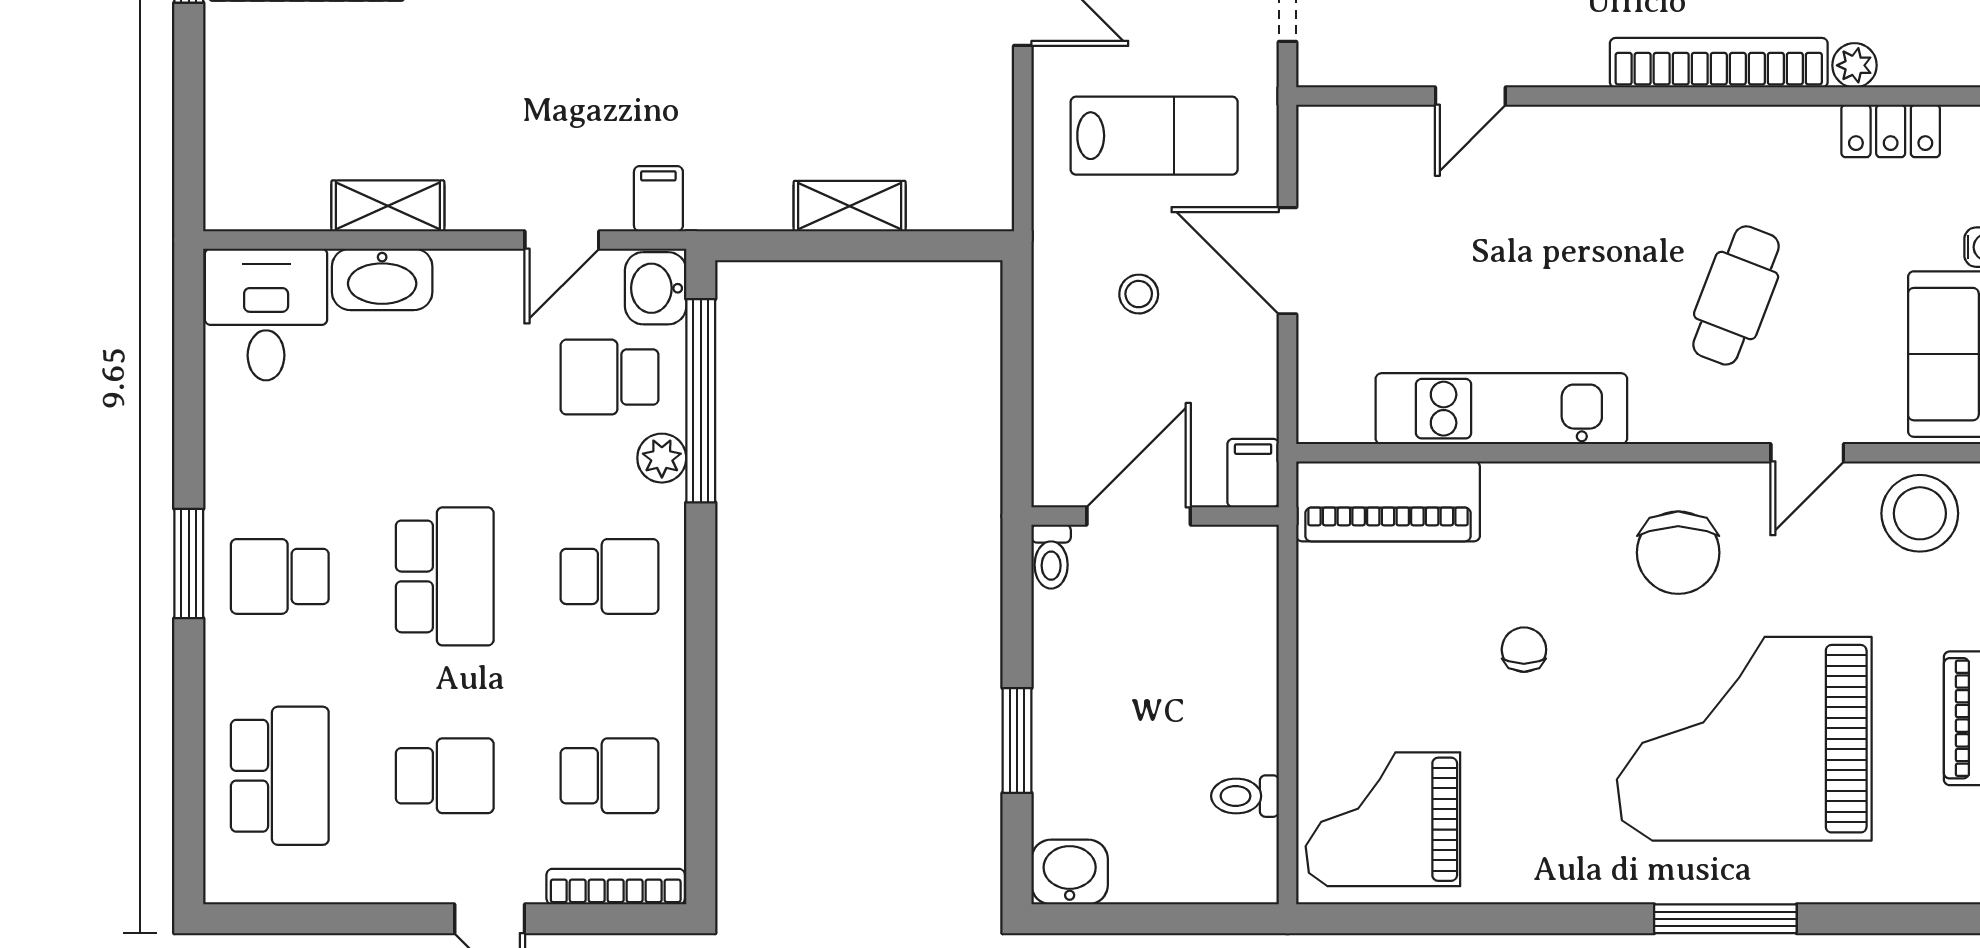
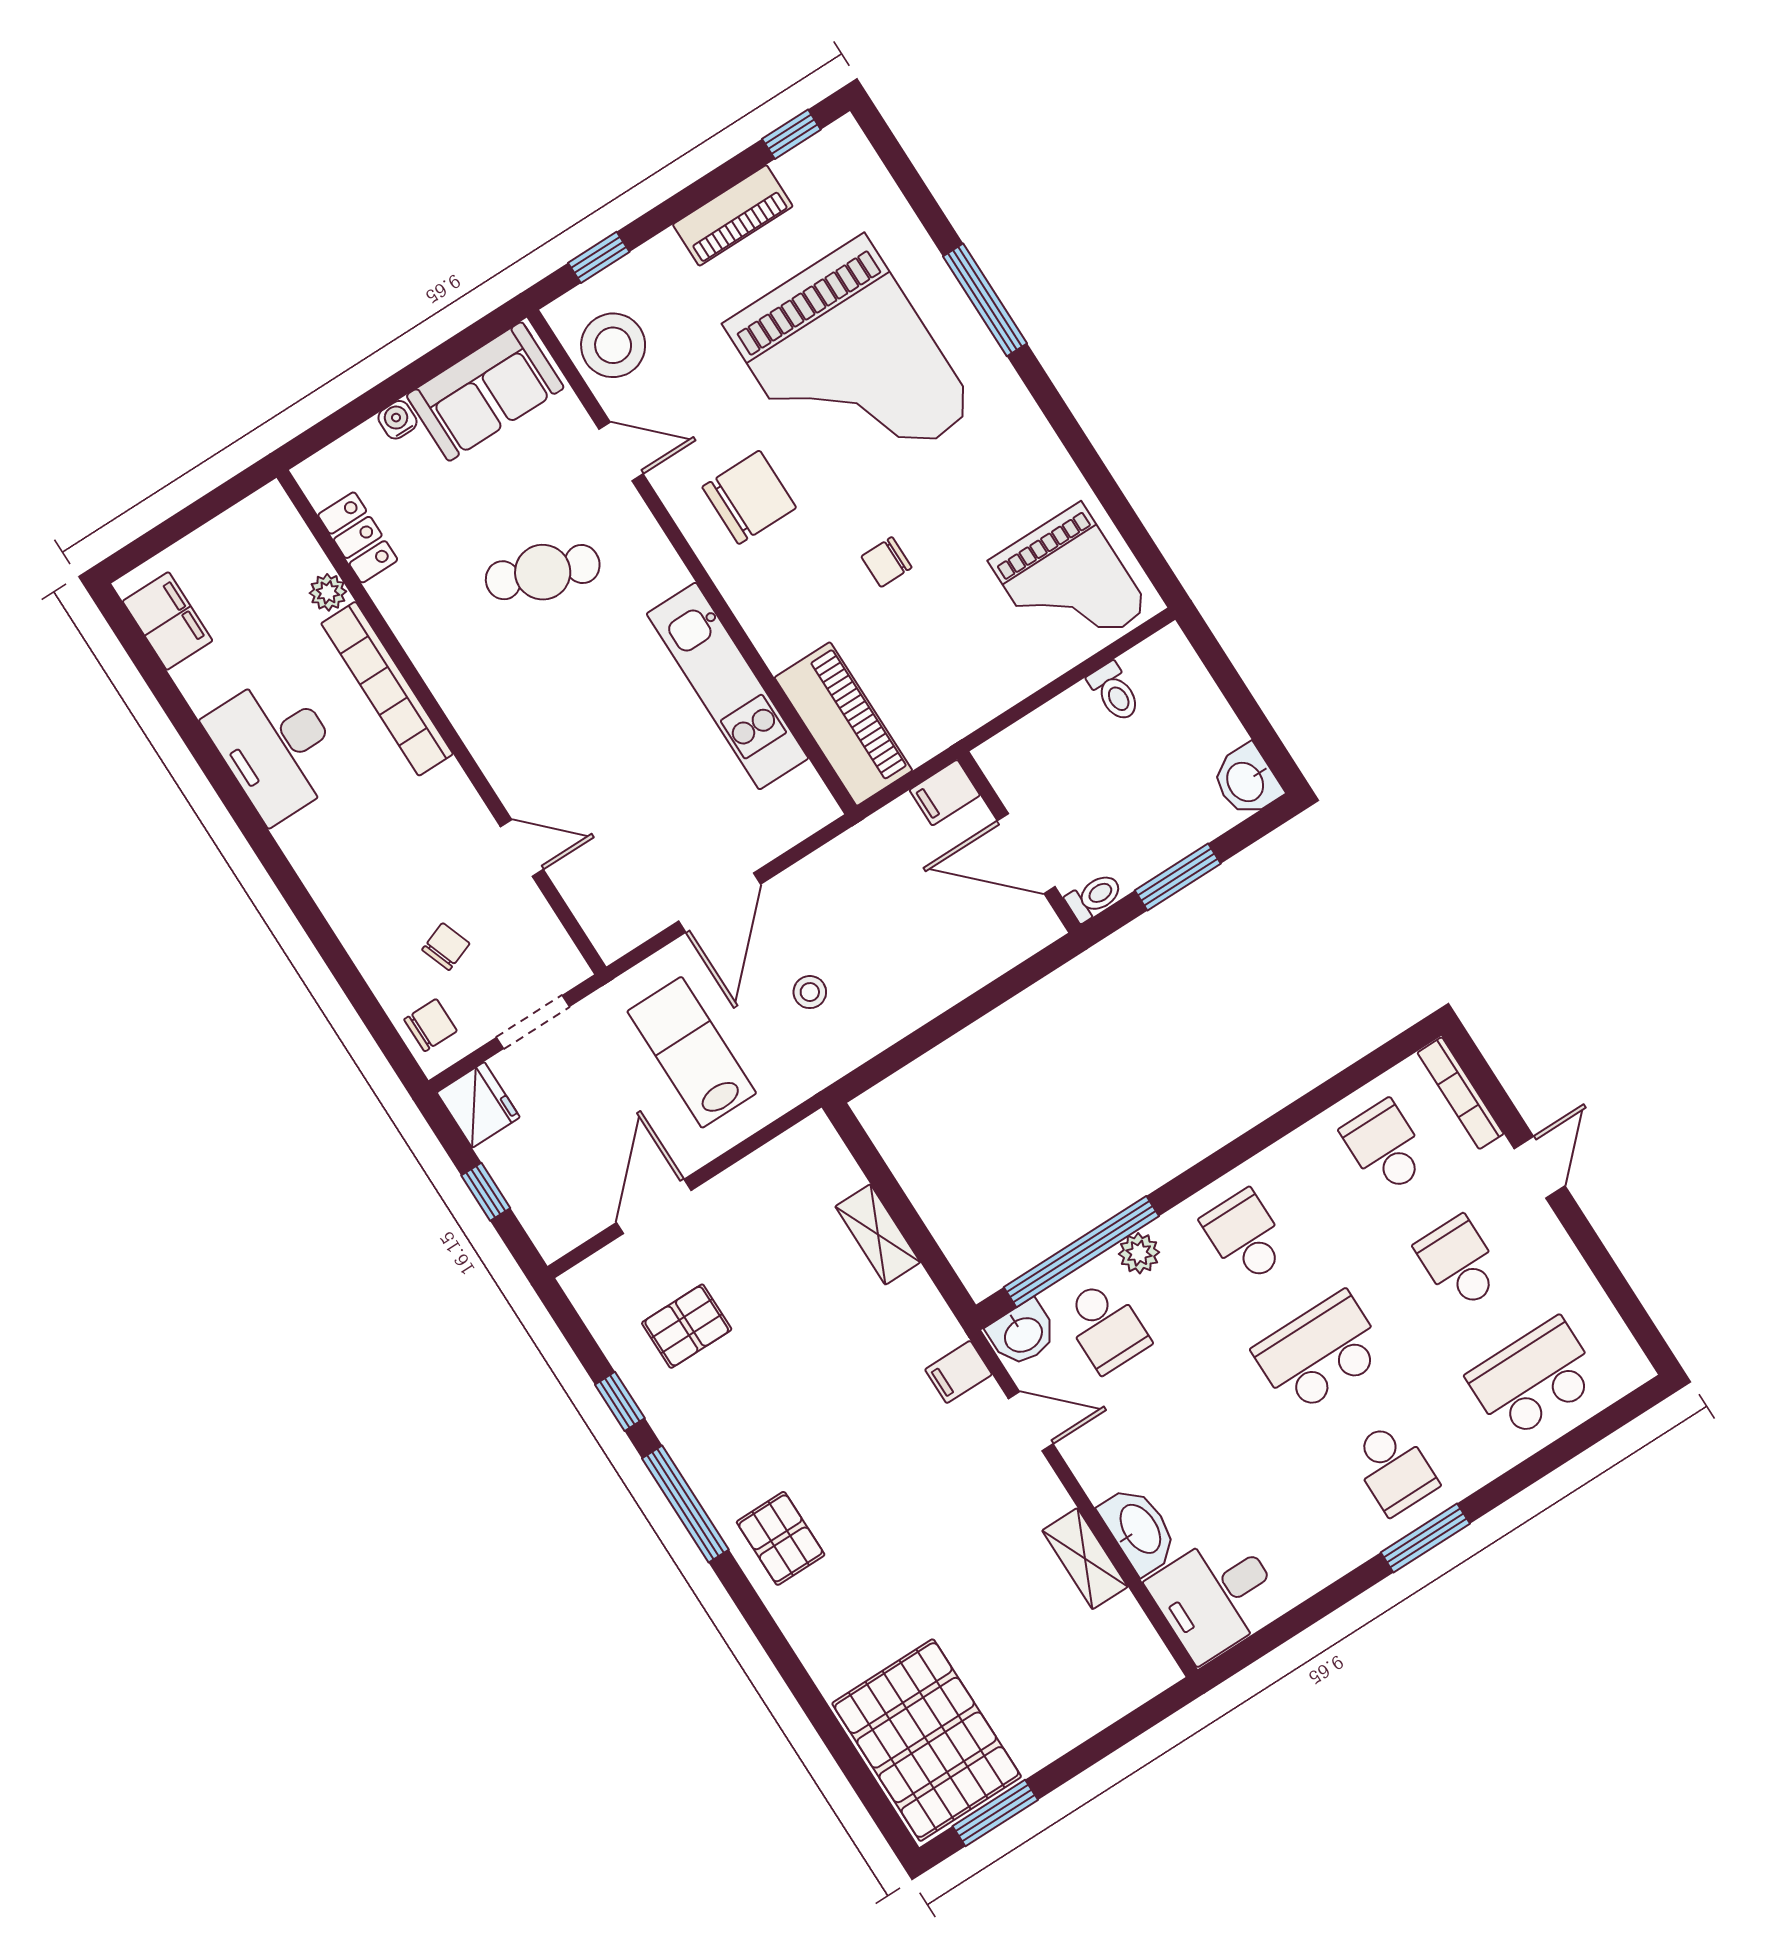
filing cabinet: (1253, 473) -> (945, 793), moved
door: (1139, 516) -> (1026, 854), moved
wall: (1155, 516) -> (1019, 842), moved
toilet: (1051, 557) -> (1094, 897), moved

